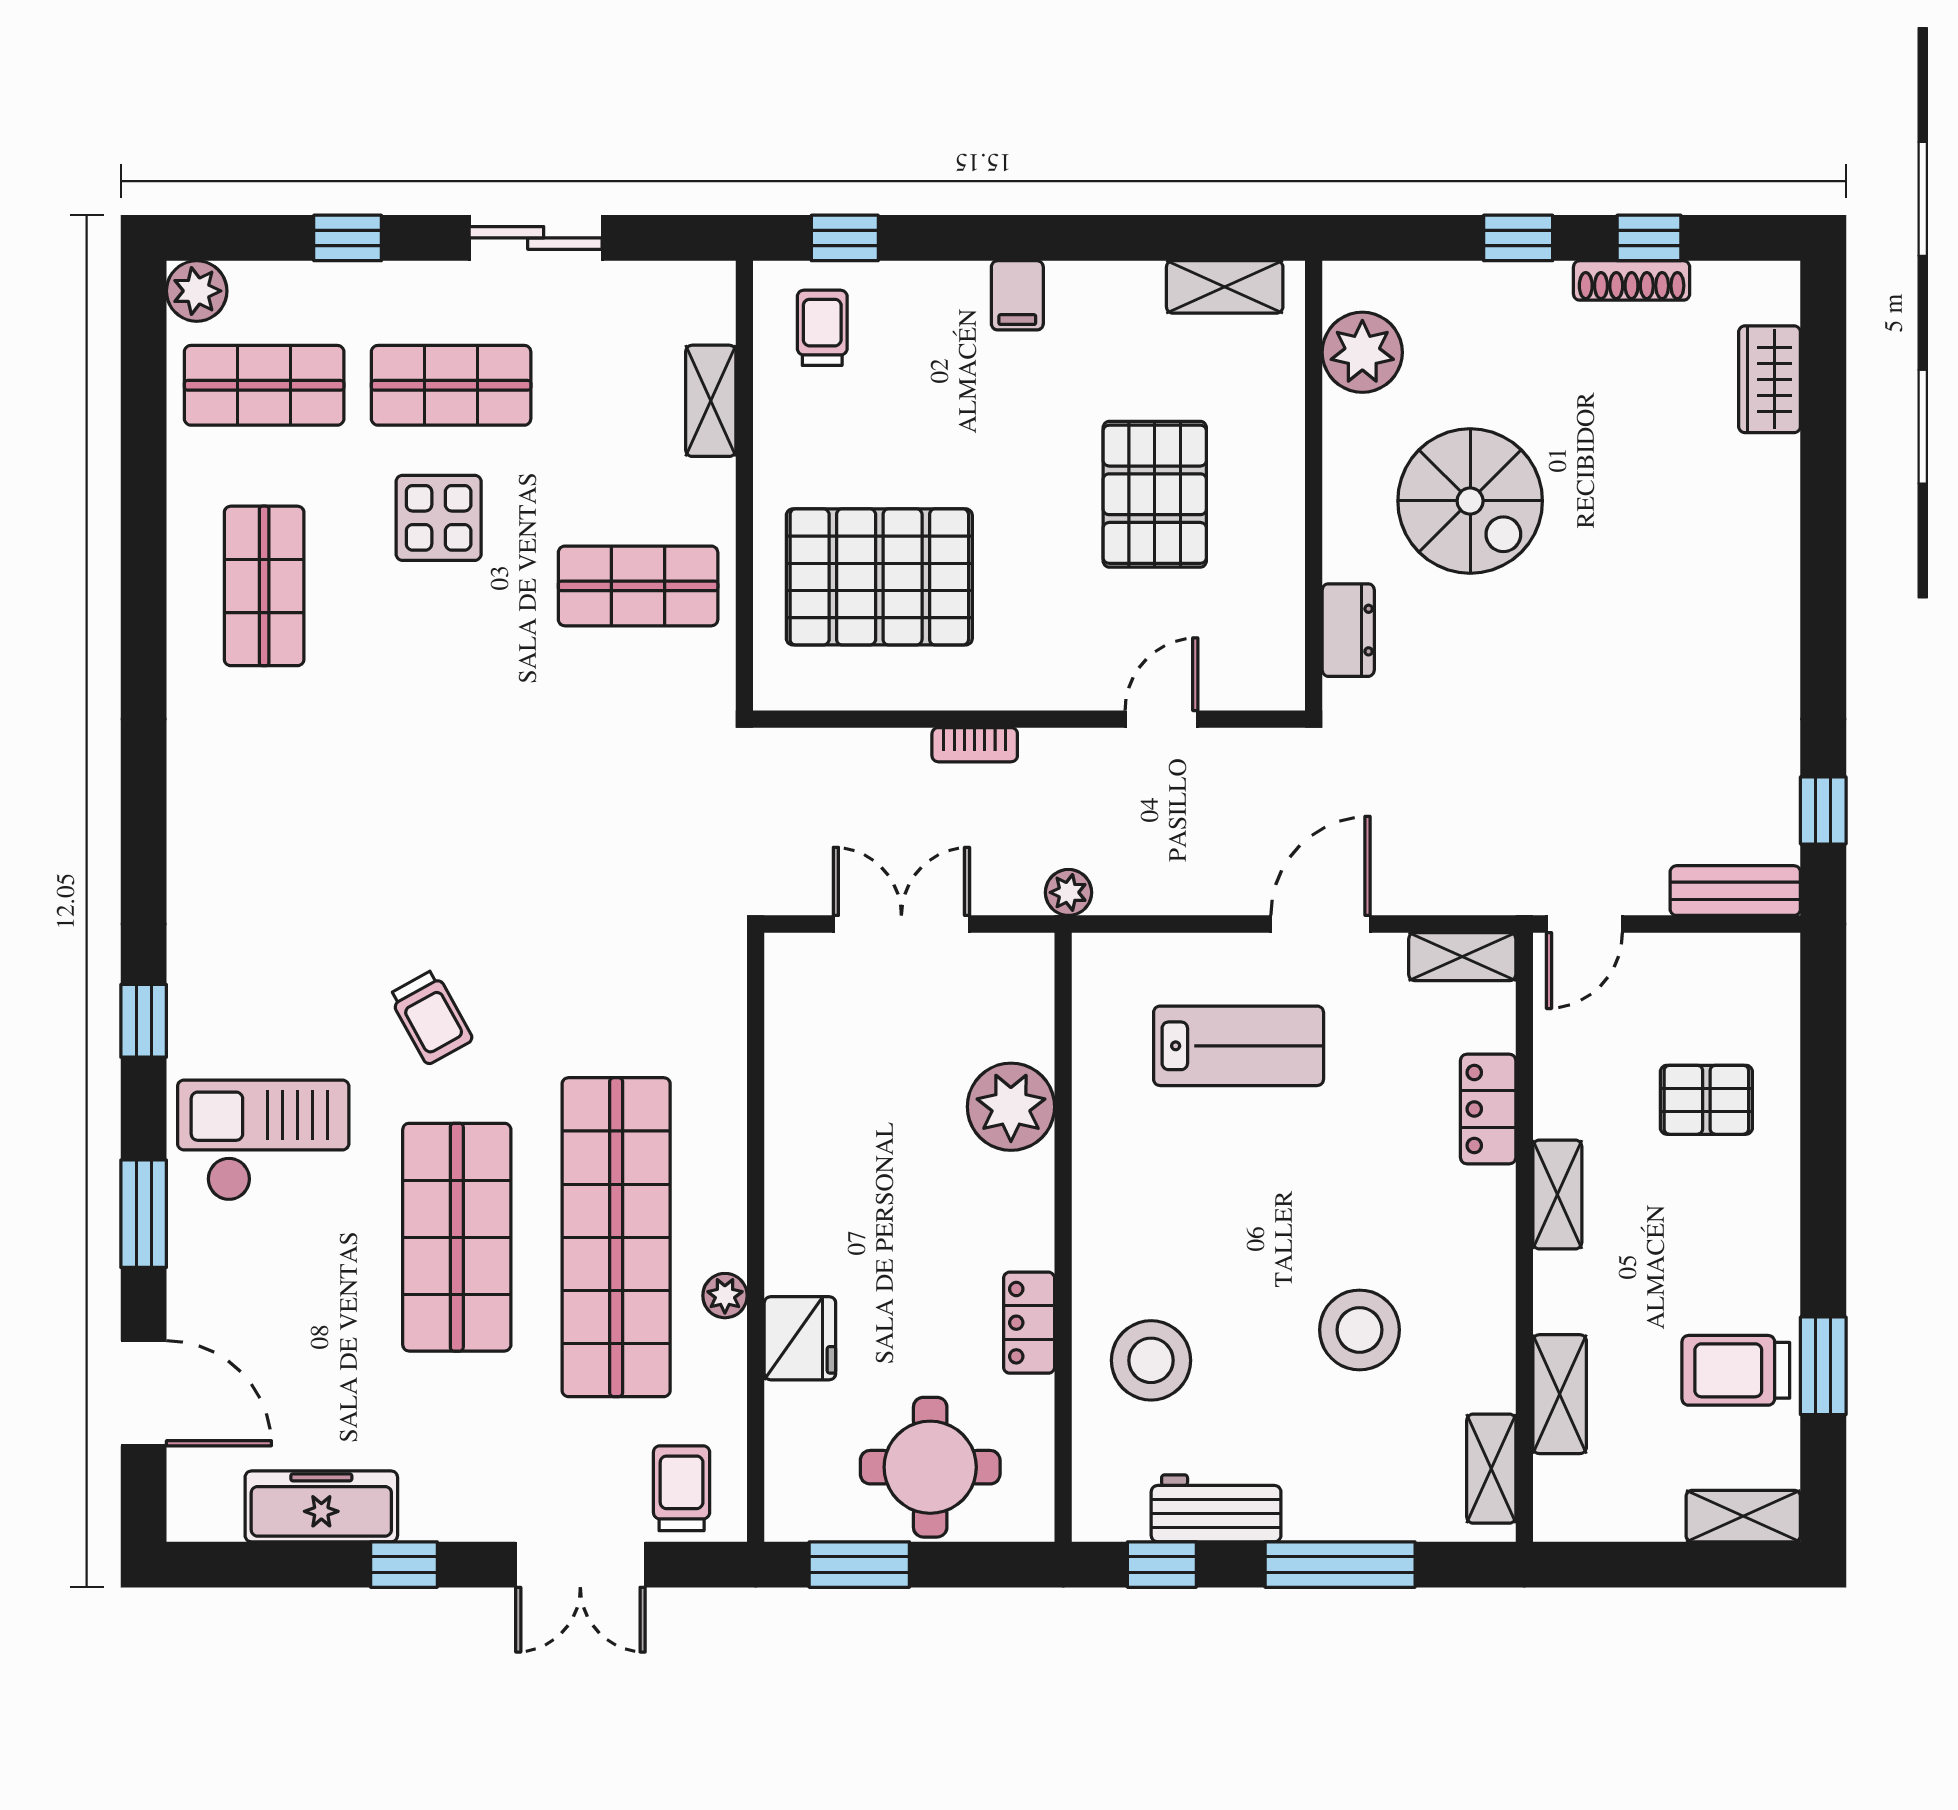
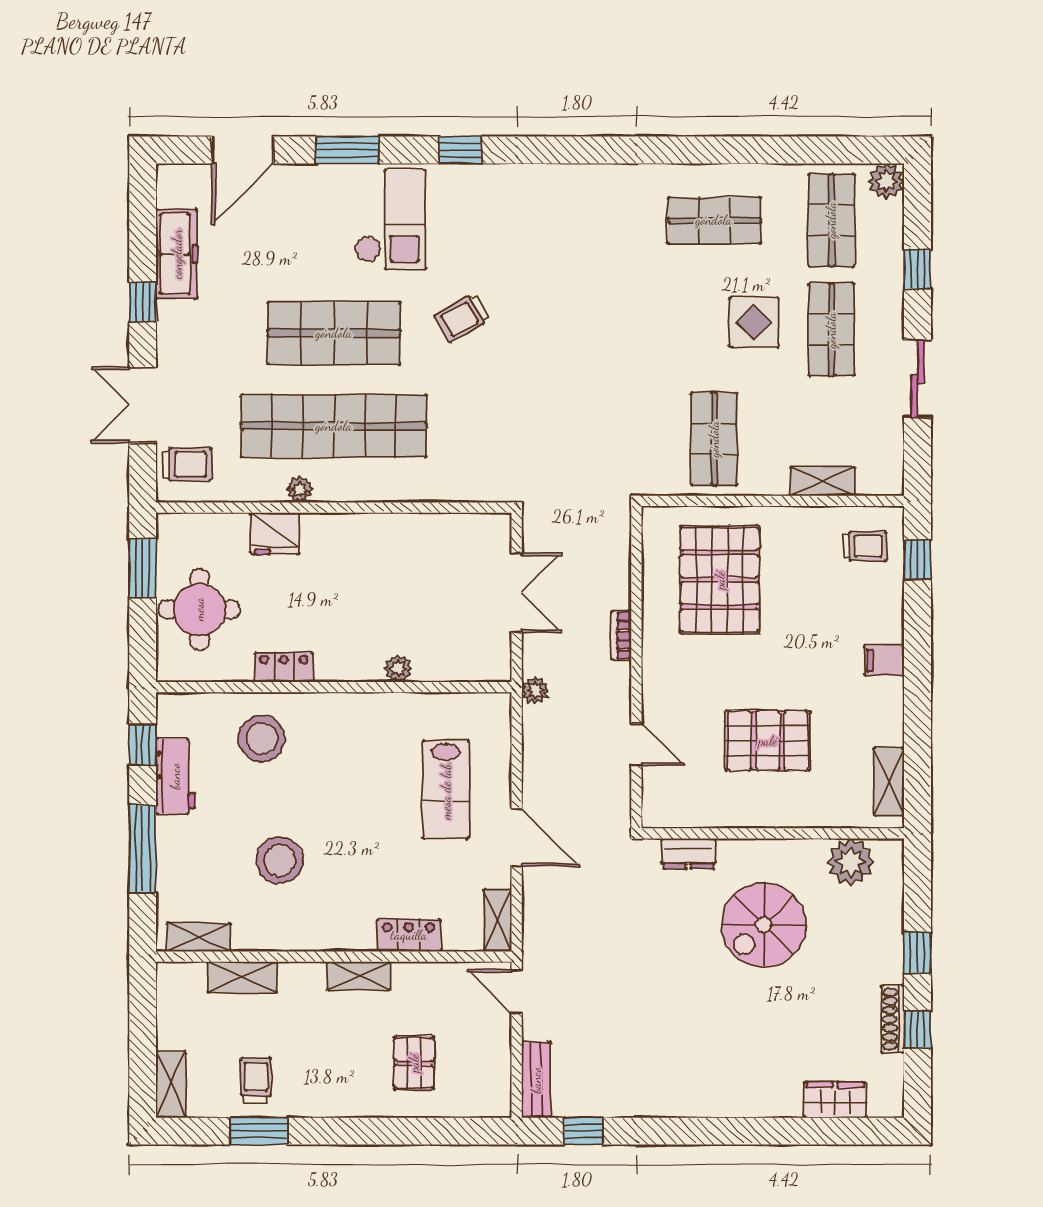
plant: (1011, 1107) -> (398, 669), width x0.53, depth x0.53
trolley: (1736, 1370) -> (256, 1080), width x0.73, depth x0.72

